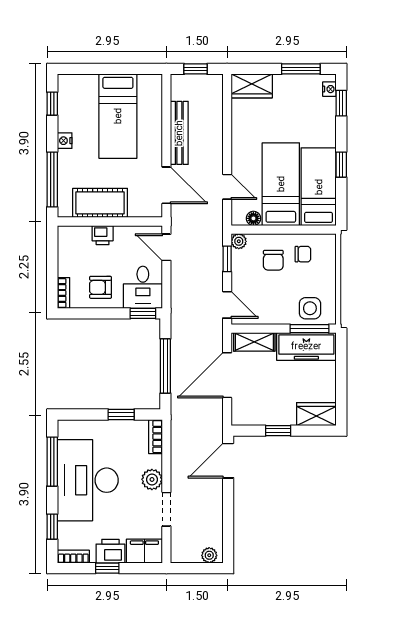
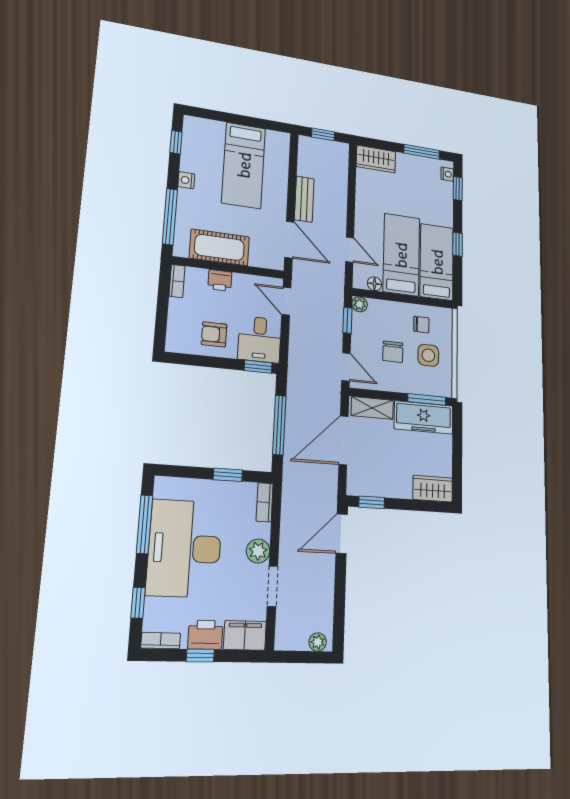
bench: (179, 133) -> (304, 199), width x0.73
chair: (273, 260) -> (393, 352), moved
bookcase: (63, 293) -> (177, 281), moved
side table: (310, 308) -> (428, 355), moved
window: (278, 431) -> (372, 502), moved

